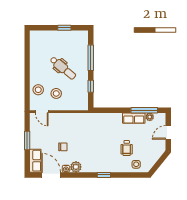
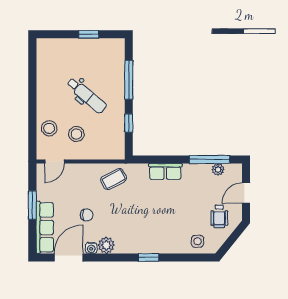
door: (42, 112) -> (54, 162), hinge flipped
row of seats: (134, 118) -> (165, 171), moved
coffee table: (81, 123) -> (114, 179), added
wheelchair: (127, 148) -> (219, 216), moved
row of seats: (35, 161) -> (45, 227), width x1.48
door: (51, 175) -> (69, 257), hinge flipped

